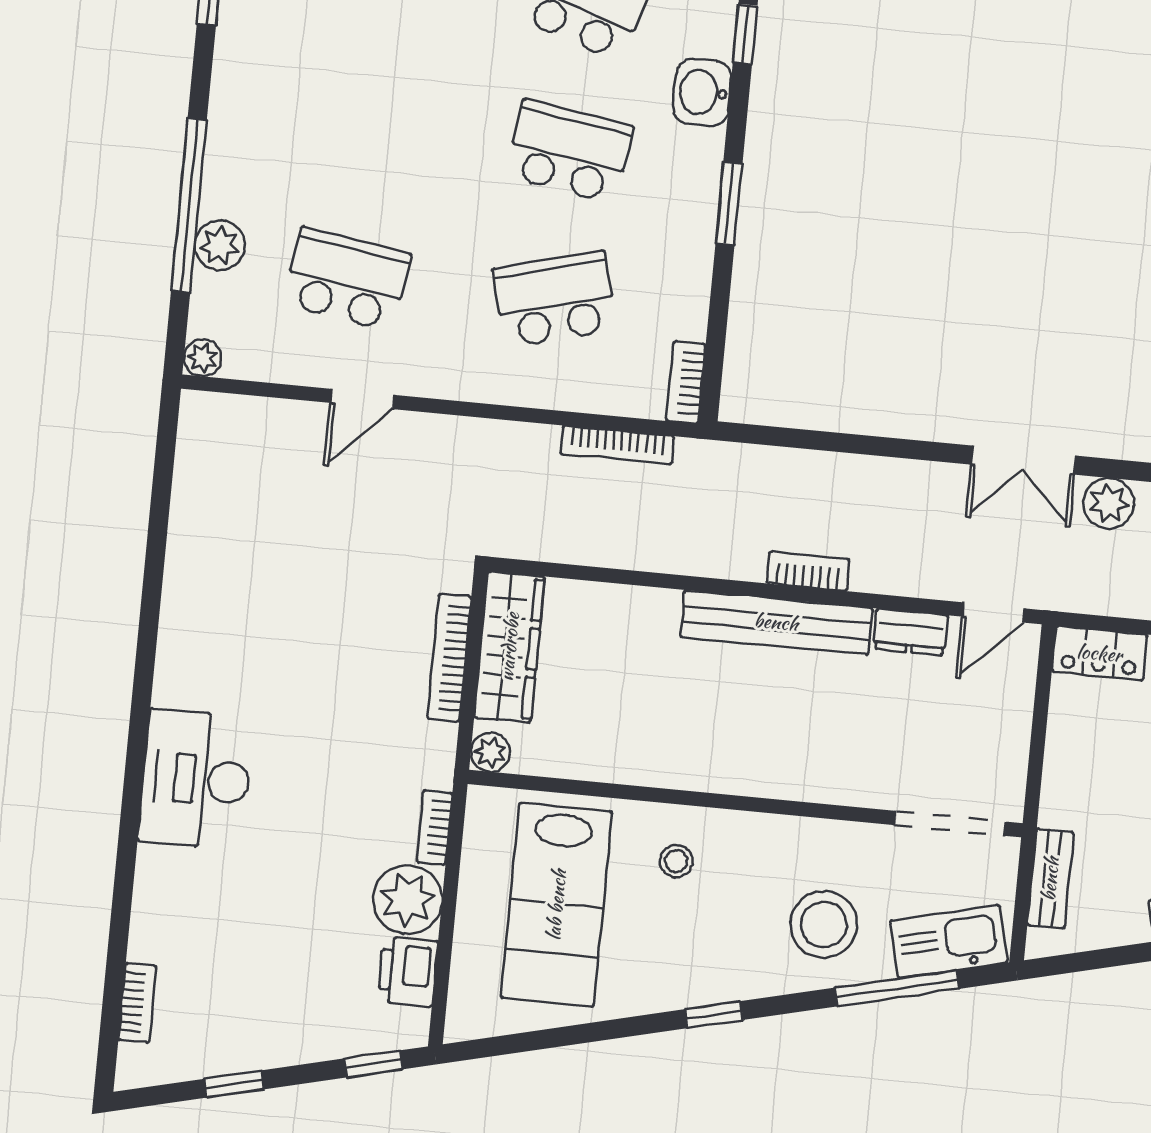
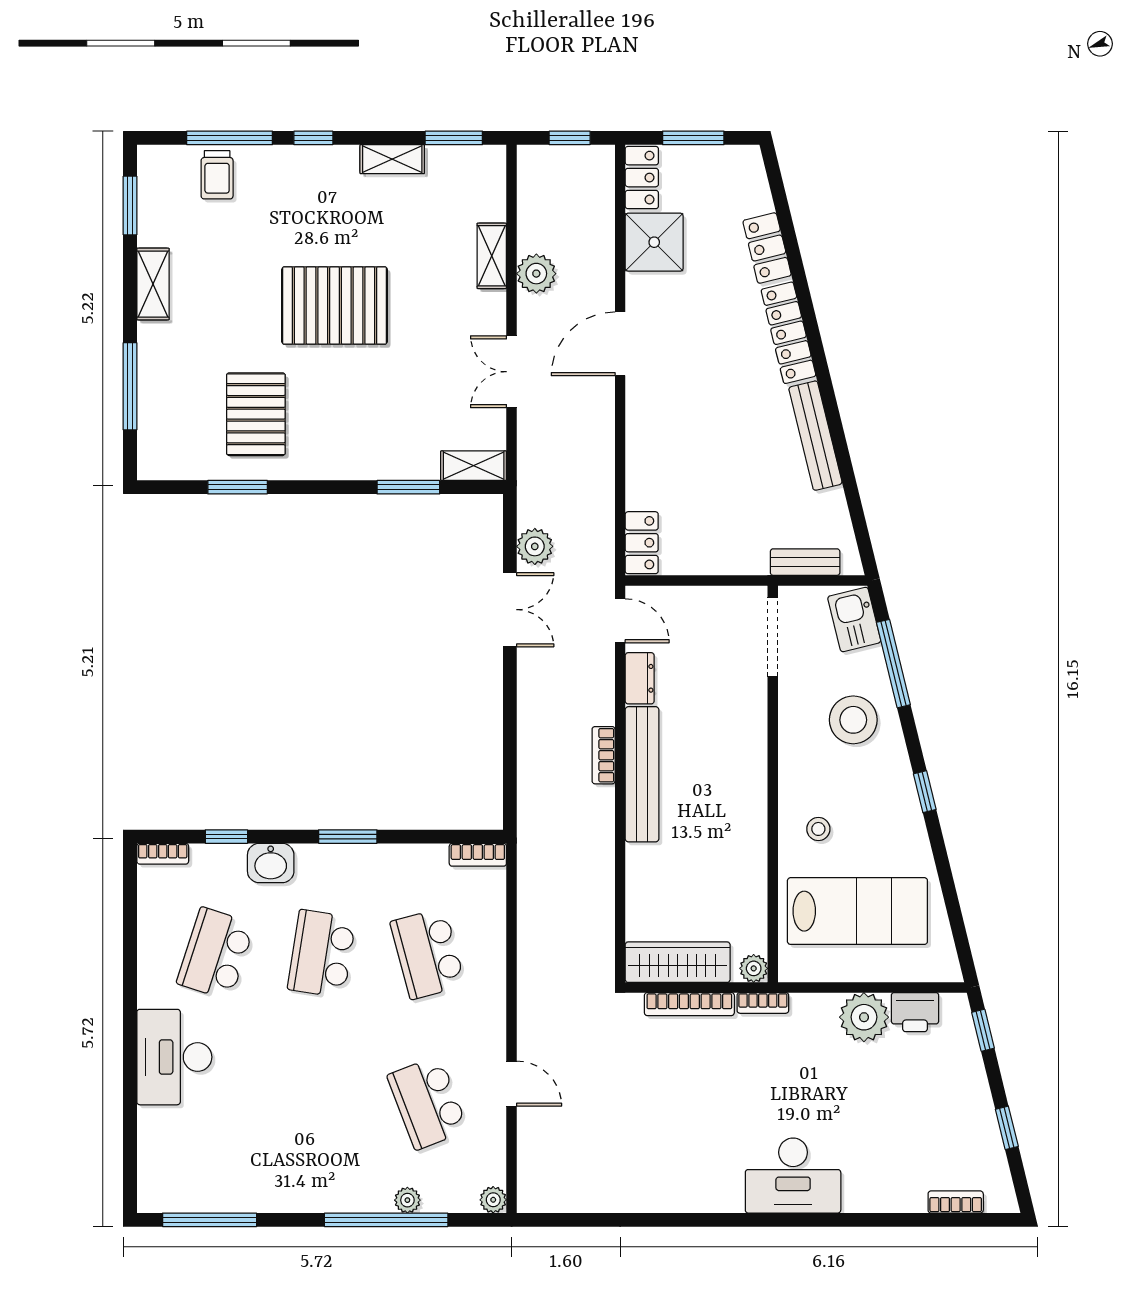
plant: (220, 245) -> (407, 1200), width x0.73, depth x0.73
school desk: (347, 279) -> (428, 1103), turned -30
bookcase: (617, 445) -> (527, 899), removed
bookcase: (435, 827) -> (763, 1003), moved
kitchen sink: (949, 942) -> (854, 619), width x0.73

